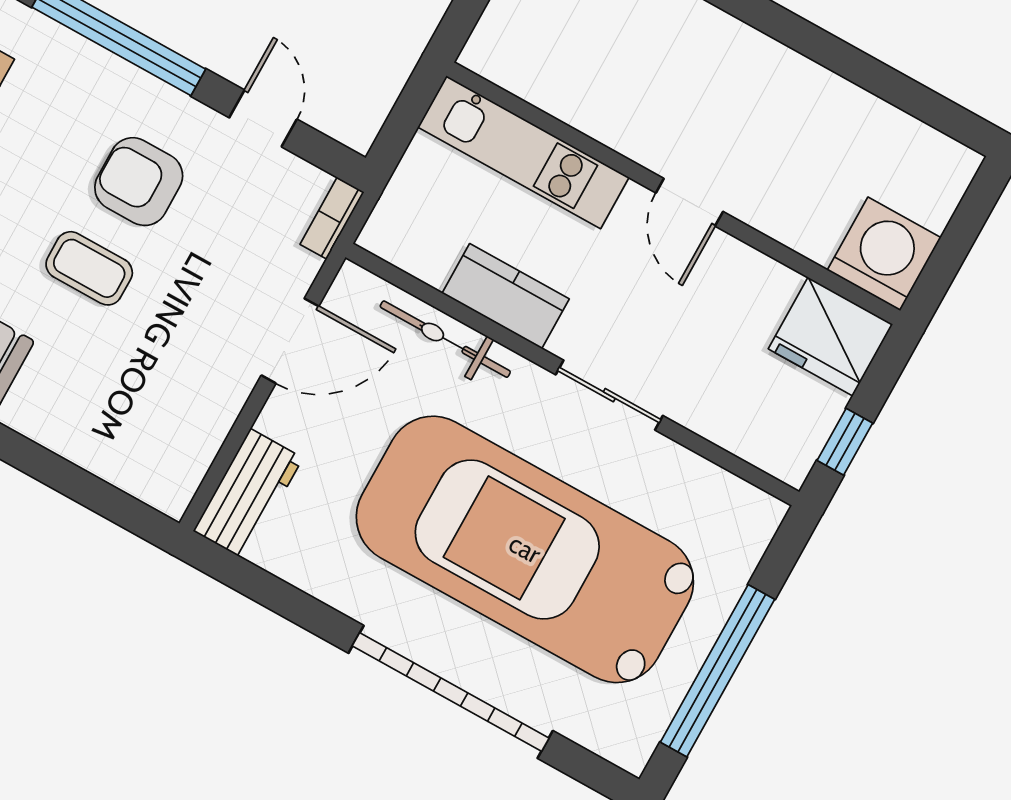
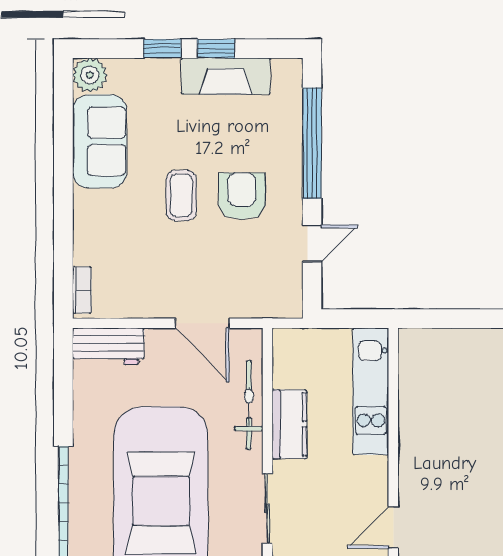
door: (689, 202) -> (393, 528), moved
bookcase: (332, 218) -> (82, 290), moved, turned 90

